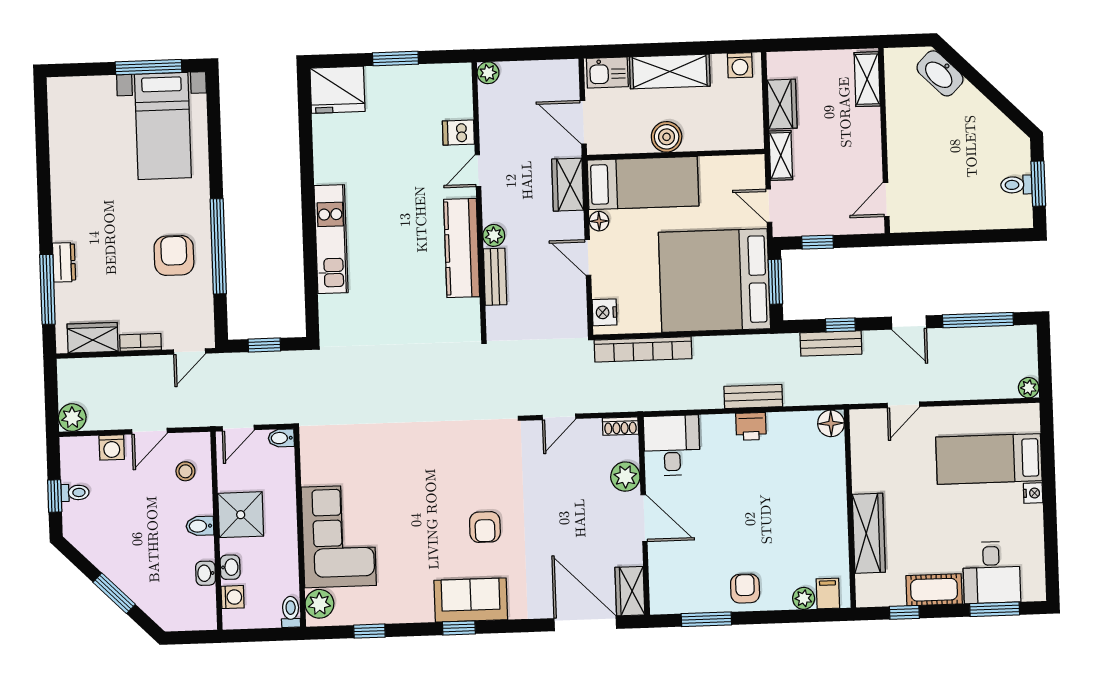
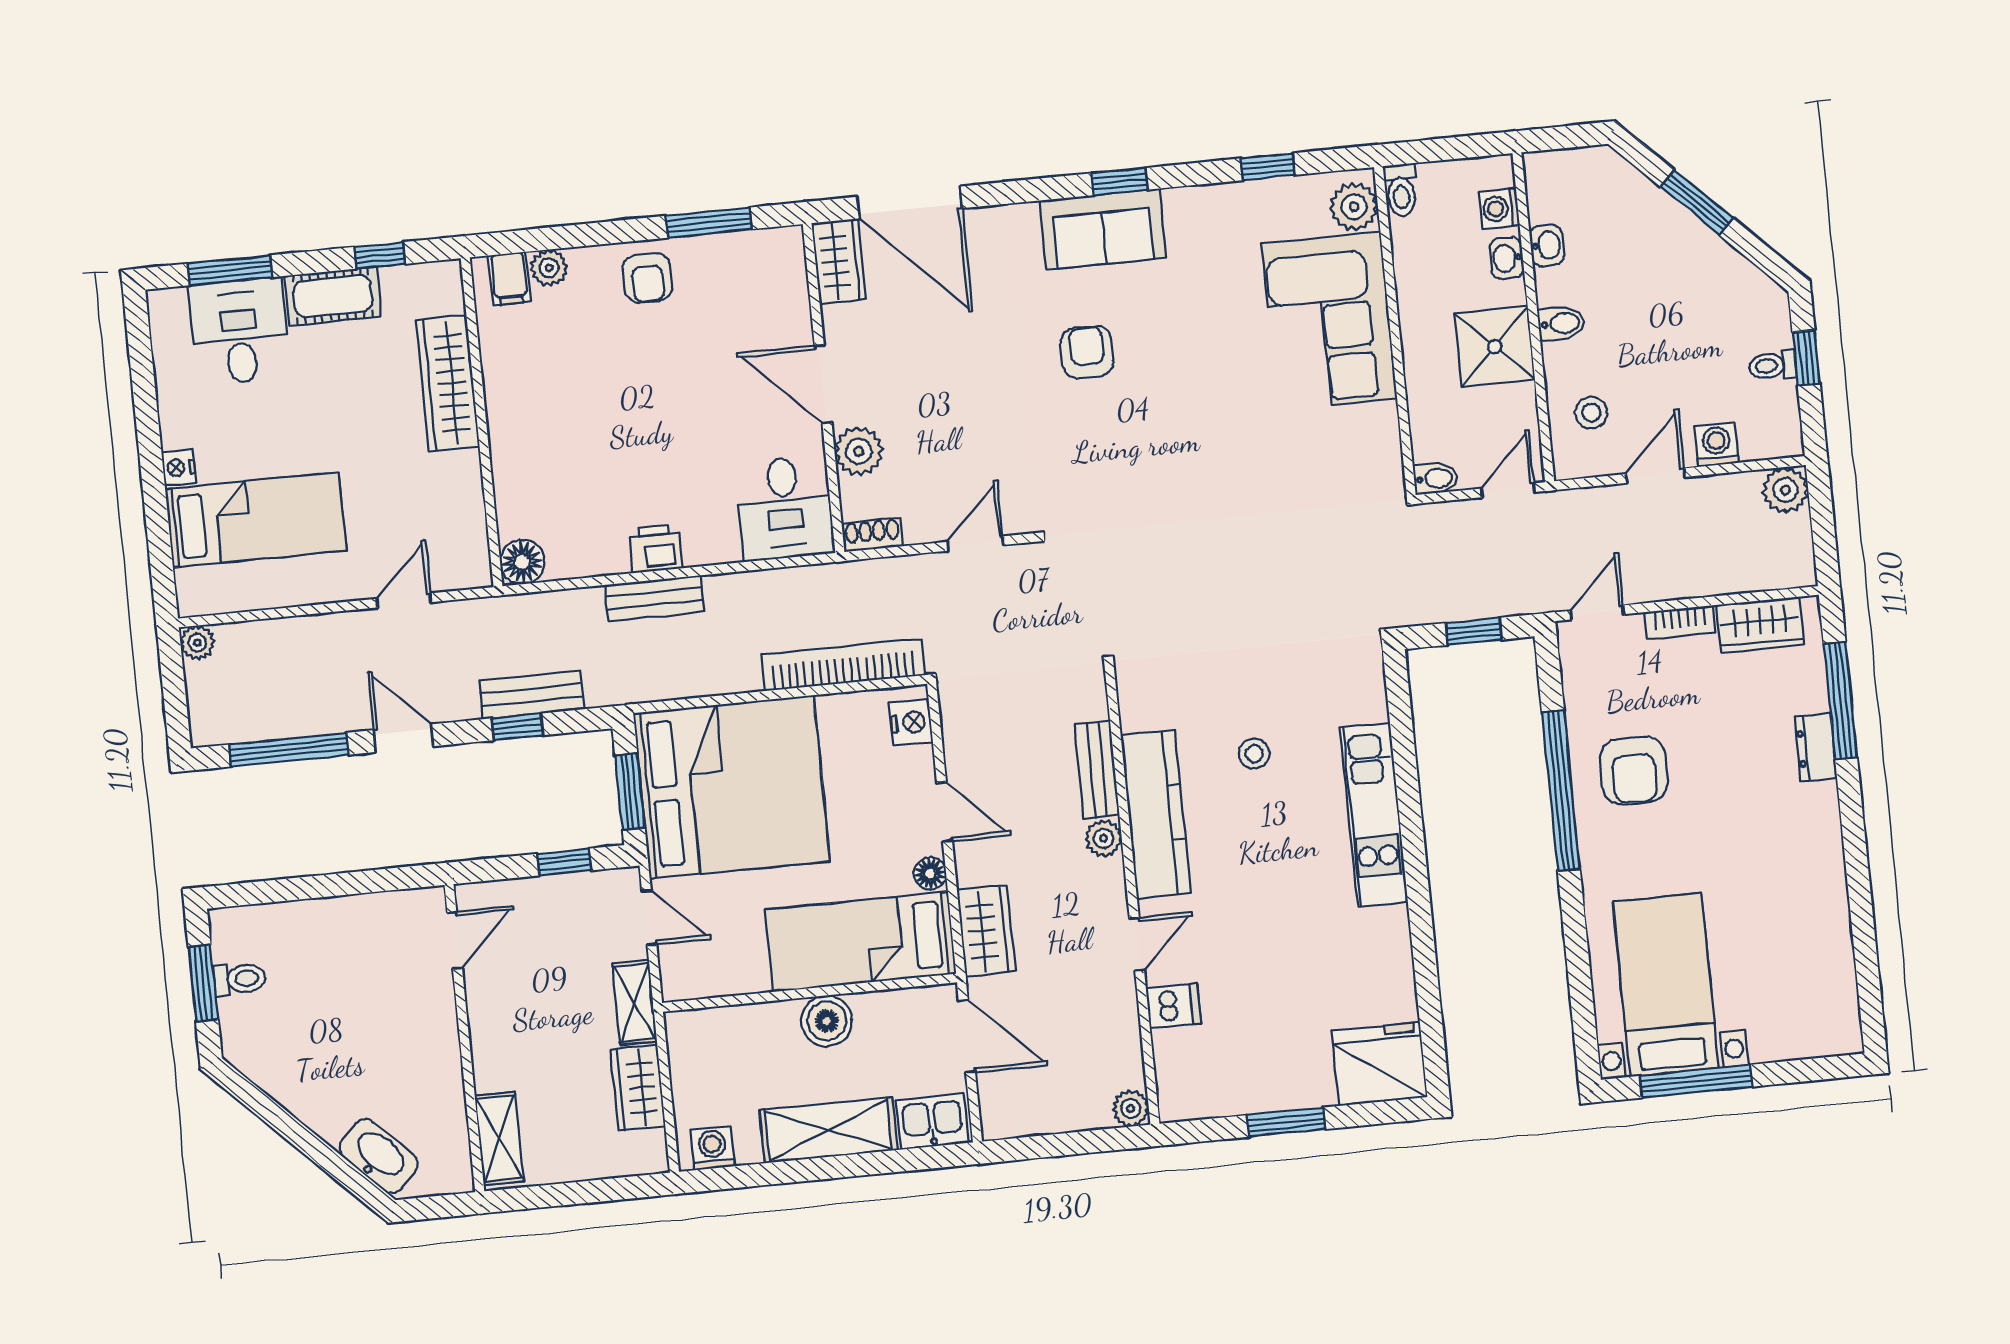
stool: (400, 280) -> (1254, 754), added

